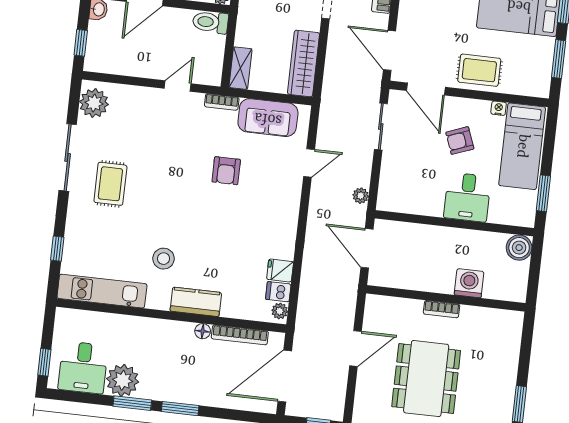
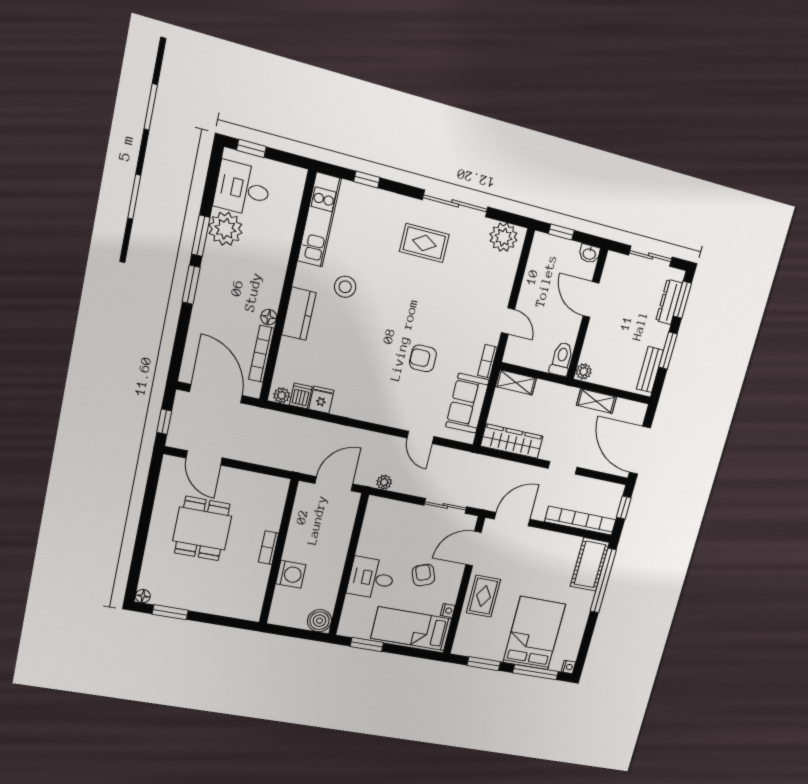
door: (356, 349) -> (204, 458), moved
dining table: (426, 379) -> (202, 529), width x0.73

